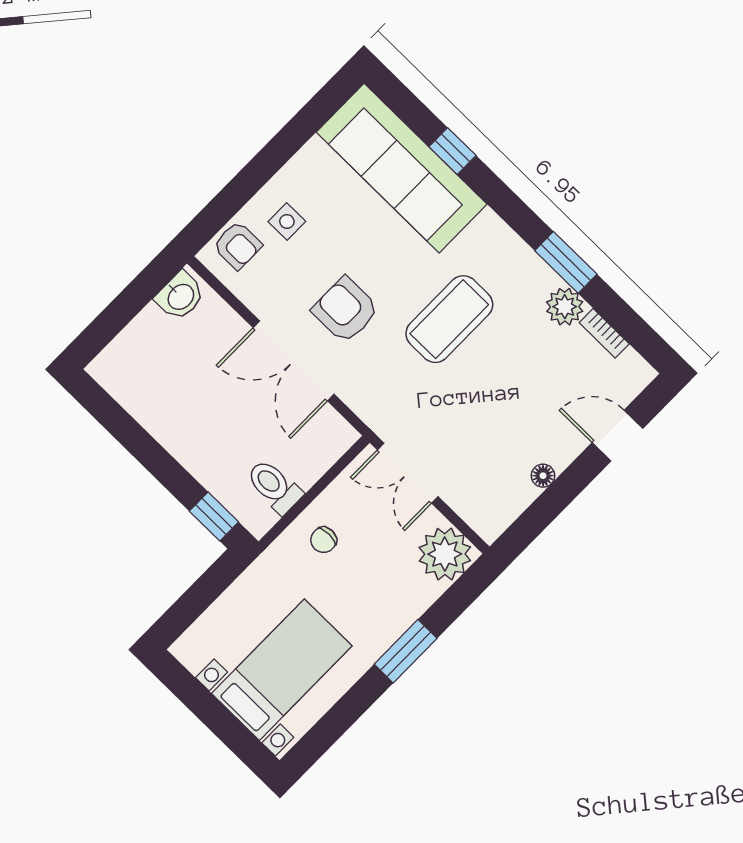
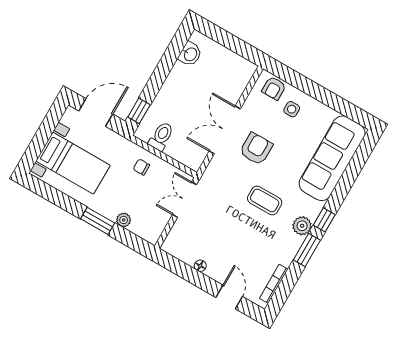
window: (452, 151) -> (324, 220), moved
washbasin: (180, 296) -> (190, 54), moved, turned -90
plant: (565, 307) -> (302, 226), moved
coffee table: (449, 319) -> (265, 200), width x0.73, depth x0.76
bookcase: (604, 333) -> (274, 284), width x1.56
plant: (445, 554) -> (124, 220), moved, width x0.53, depth x0.53
door: (196, 601) -> (96, 113), added

